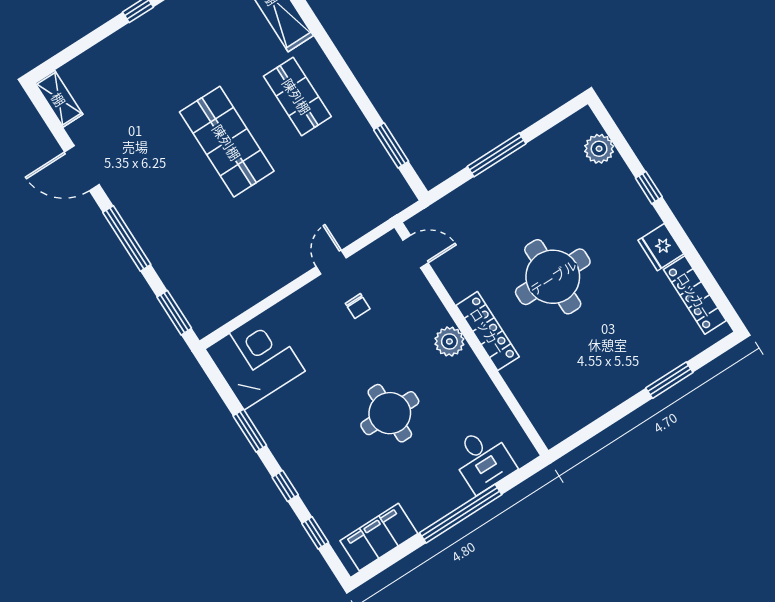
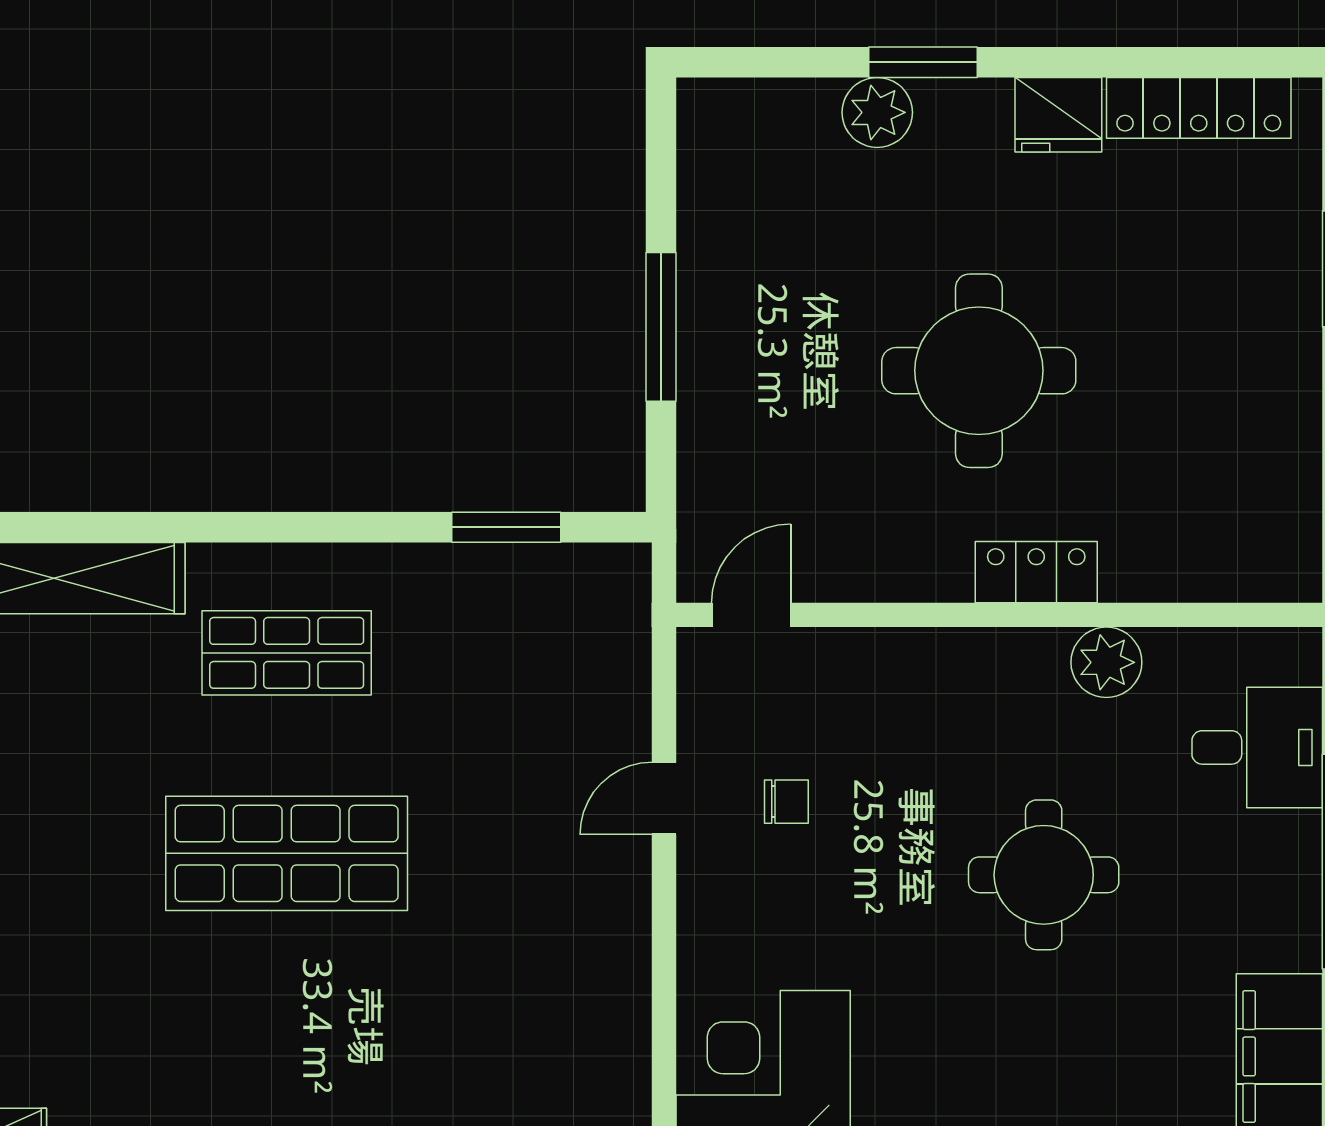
plant: (599, 149) -> (877, 112), moved
window: (649, 188) -> (923, 62), width x1.50
door: (331, 262) -> (664, 798), hinge flipped
locker: (488, 331) -> (1036, 572), width x0.66
plant: (449, 341) -> (1106, 662), moved

